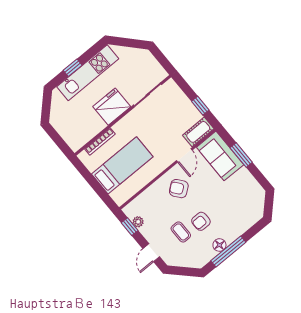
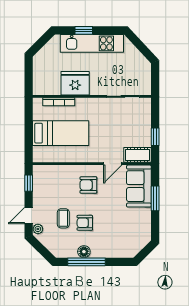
fridge: (112, 107) -> (75, 83), moved
armchair: (179, 189) -> (88, 185), turned -52
plant: (138, 222) -> (38, 229), moved

